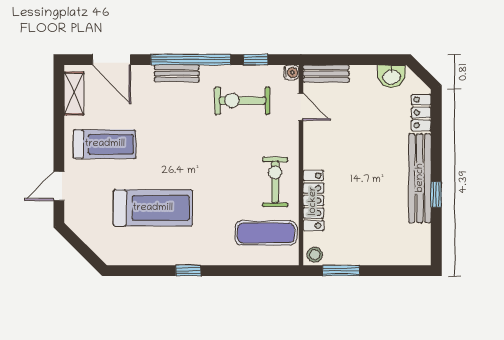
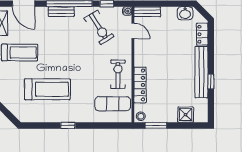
exercise bike: (242, 101) -> (99, 27), turned -122
shower: (392, 252) -> (186, 115), added

